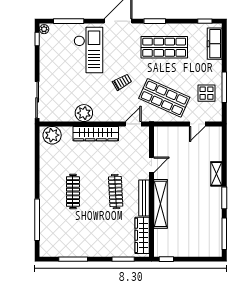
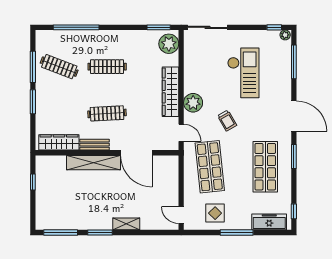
checkout: (88, 50) -> (243, 73), moved, turned -90
window: (224, 87) -> (237, 233), moved
shop shelf: (164, 98) -> (210, 167), turned -30
plant: (84, 113) -> (193, 103), moved
door: (197, 124) -> (181, 215), moved
window: (37, 144) -> (159, 27), added
door: (151, 165) -> (136, 153), width x1.88
bench: (144, 198) -> (95, 145), width x0.73
clothes rail: (73, 235) -> (59, 67), added
window: (123, 259) -> (33, 102), moved
window: (166, 259) -> (33, 182), moved

